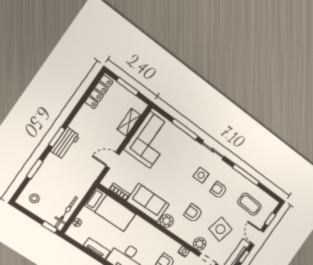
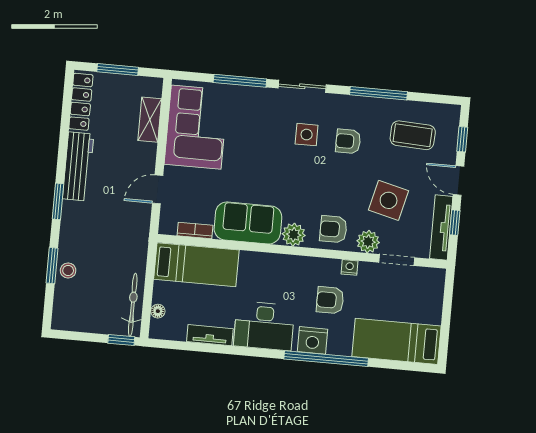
workbench: (65, 143) -> (78, 166), moved, width x1.37
stool: (34, 198) -> (68, 271), moved
armchair: (193, 213) -> (333, 229), moved

